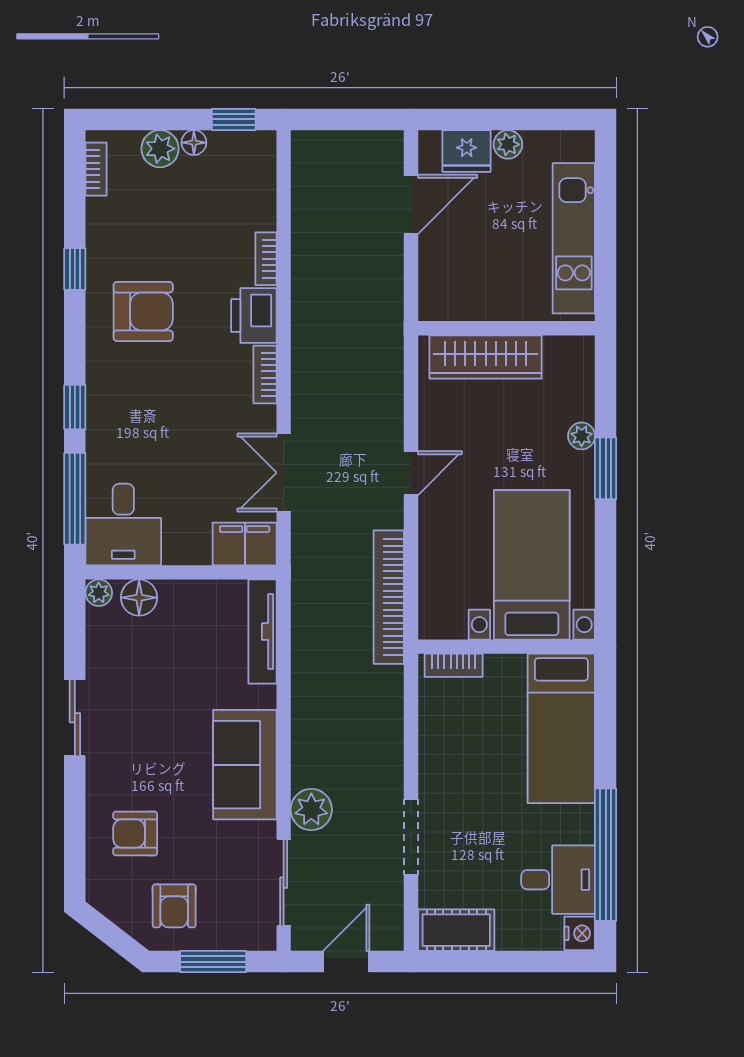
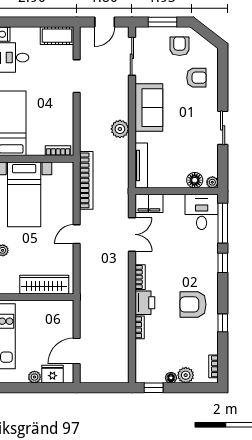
plant: (311, 810) -> (120, 129), moved

